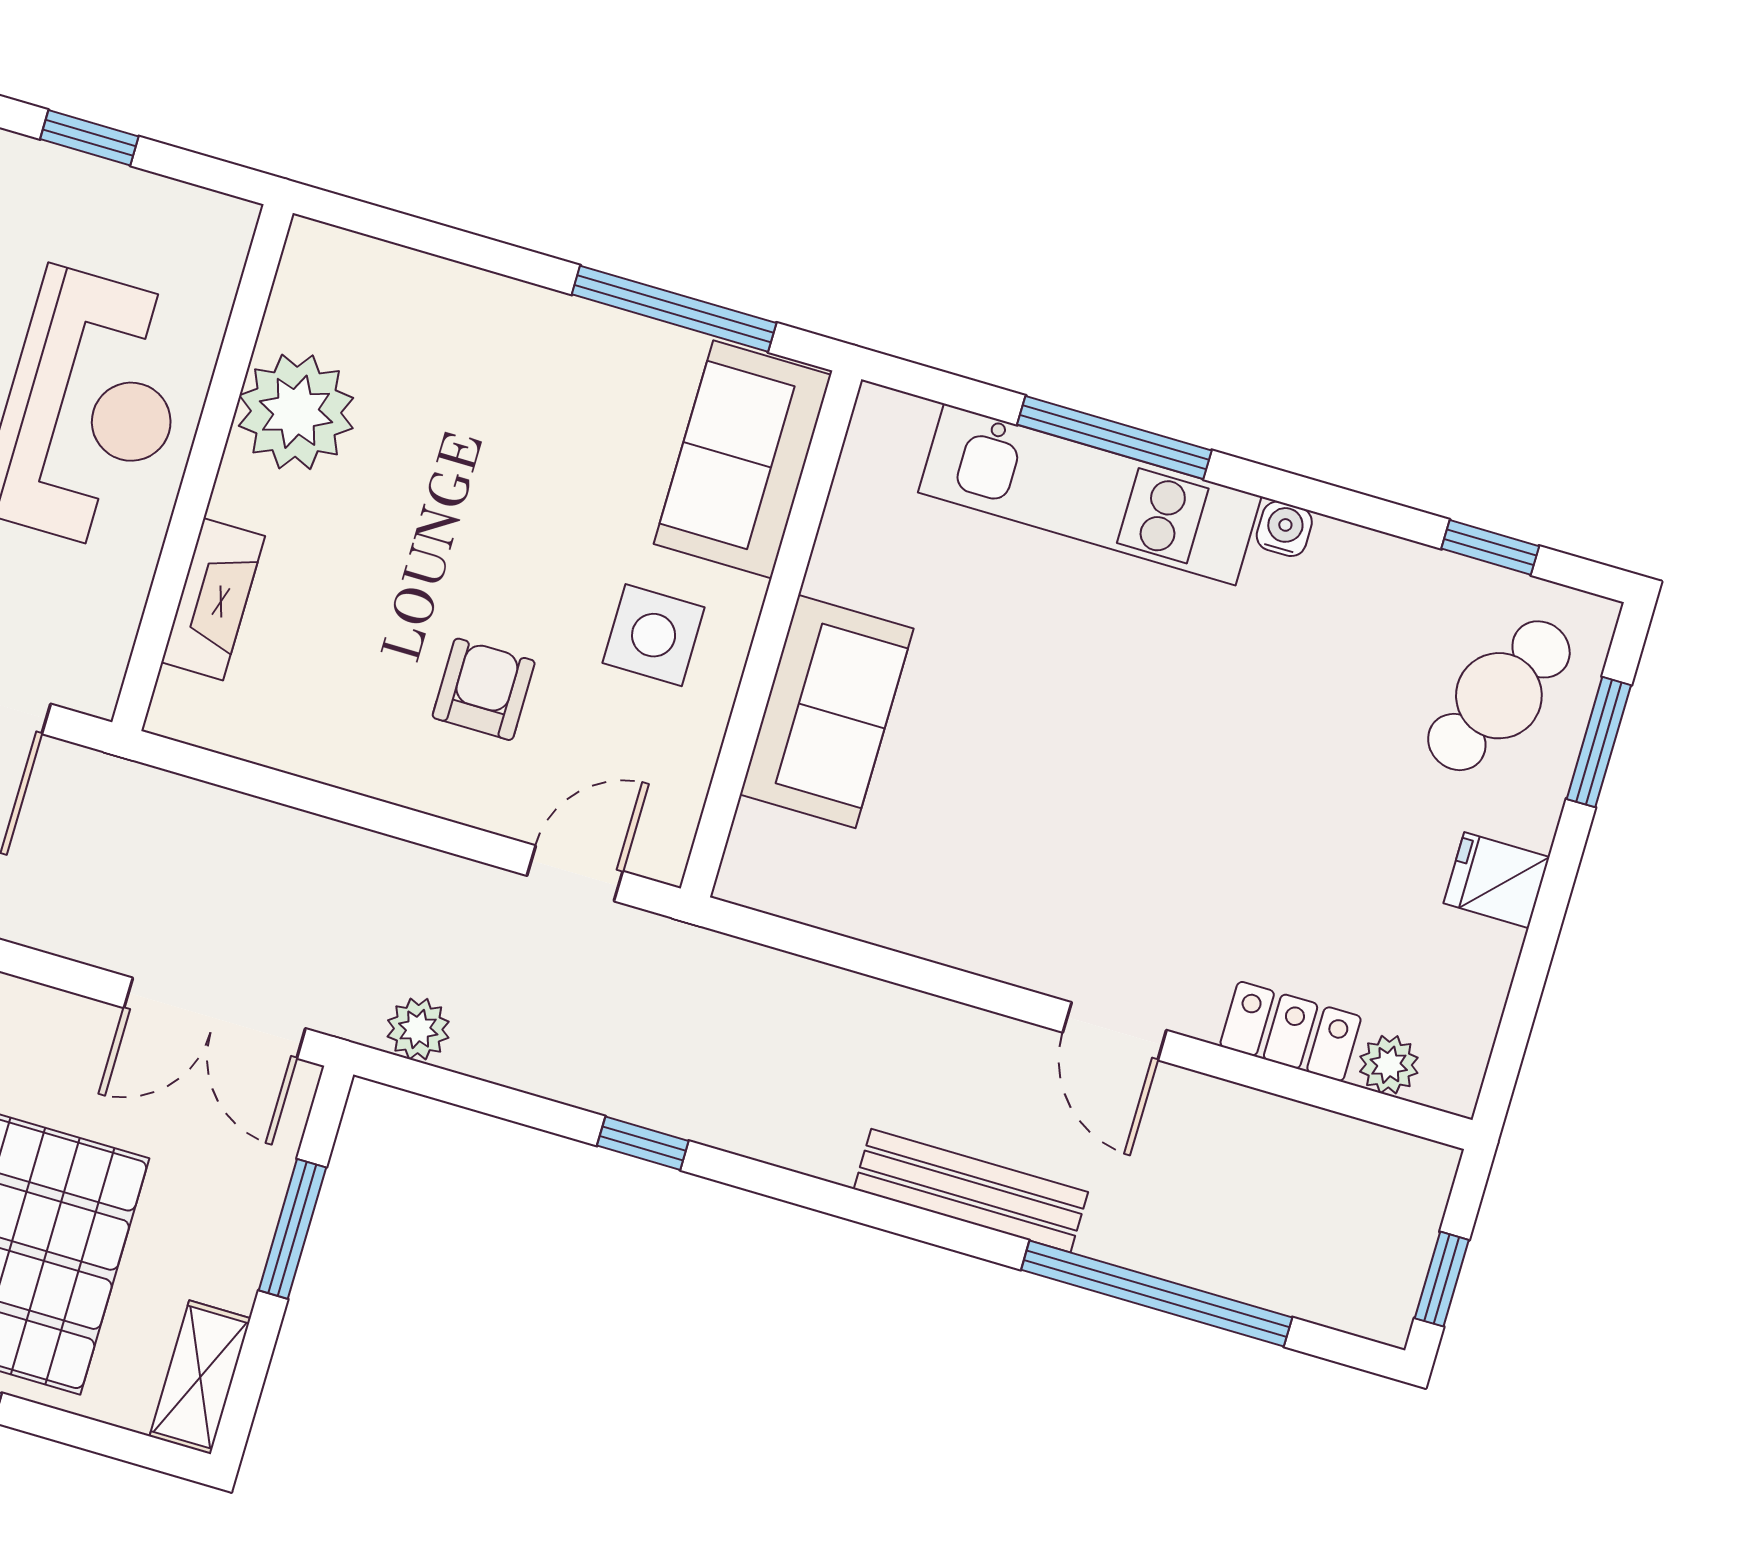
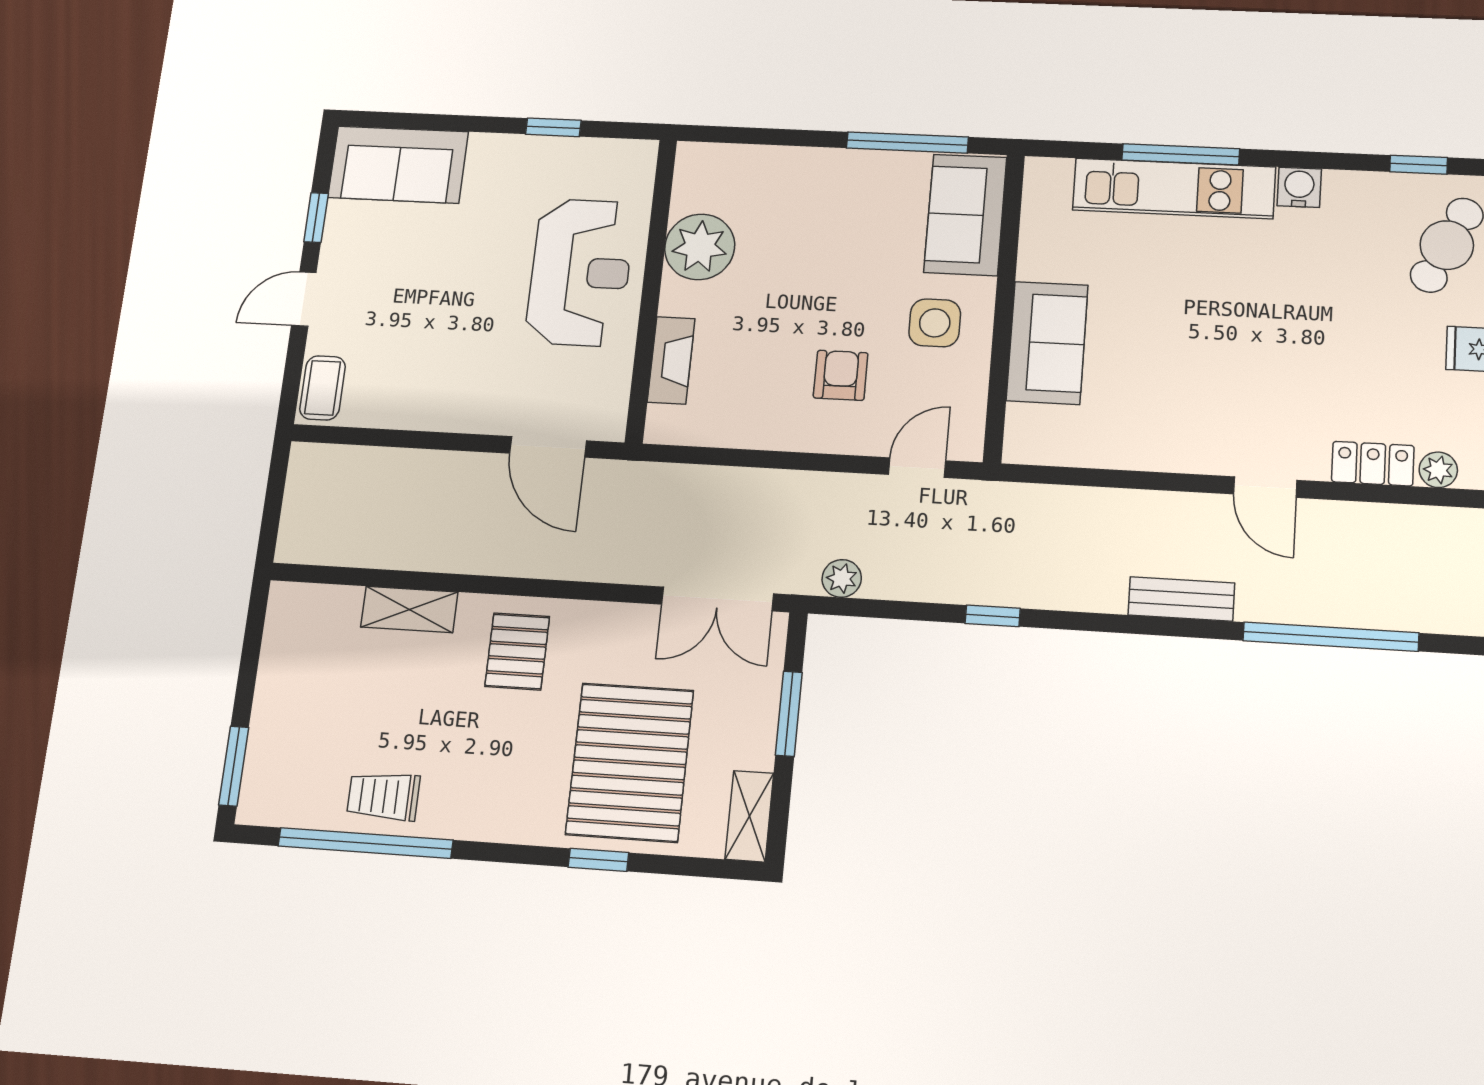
water cooler: (1284, 529) -> (1299, 187), width x1.38, depth x1.38
bench: (971, 1191) -> (1181, 599), width x0.73

